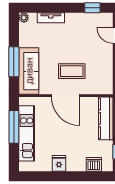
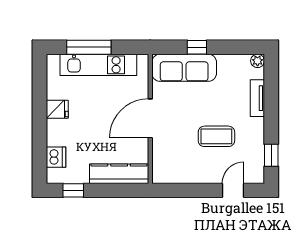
window: (14, 62) -> (197, 47), width x0.46
coffee table: (72, 71) -> (216, 136), moved, turned 90
window: (14, 127) -> (89, 47), moved

